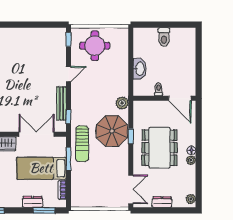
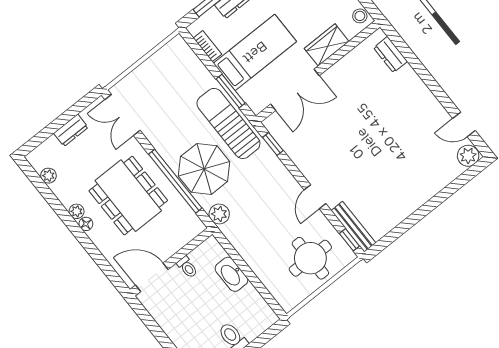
bench: (61, 103) -> (353, 227), moved
window: (131, 136) -> (175, 181), width x3.17
sun lounger: (82, 144) -> (228, 123), width x1.36, depth x1.34
plant: (191, 199) -> (48, 176), moved

